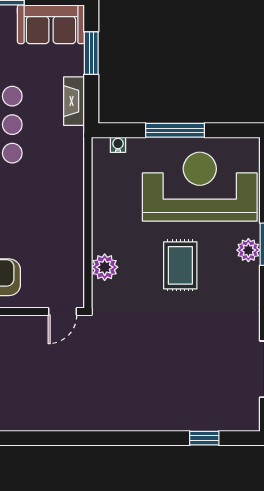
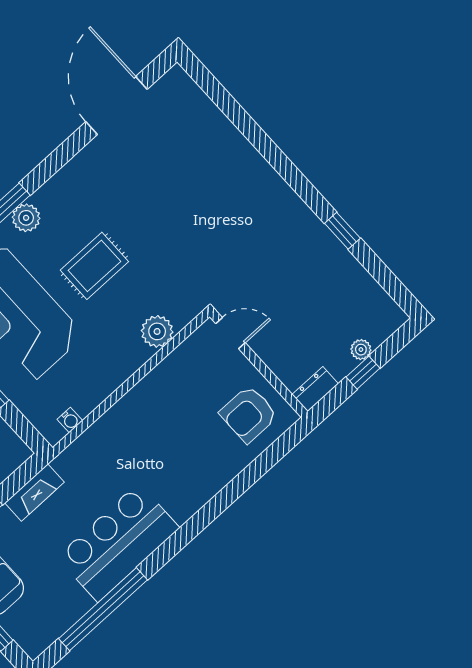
water cooler: (118, 145) -> (70, 420), moved, turned -90
window: (204, 438) -> (342, 231), moved

